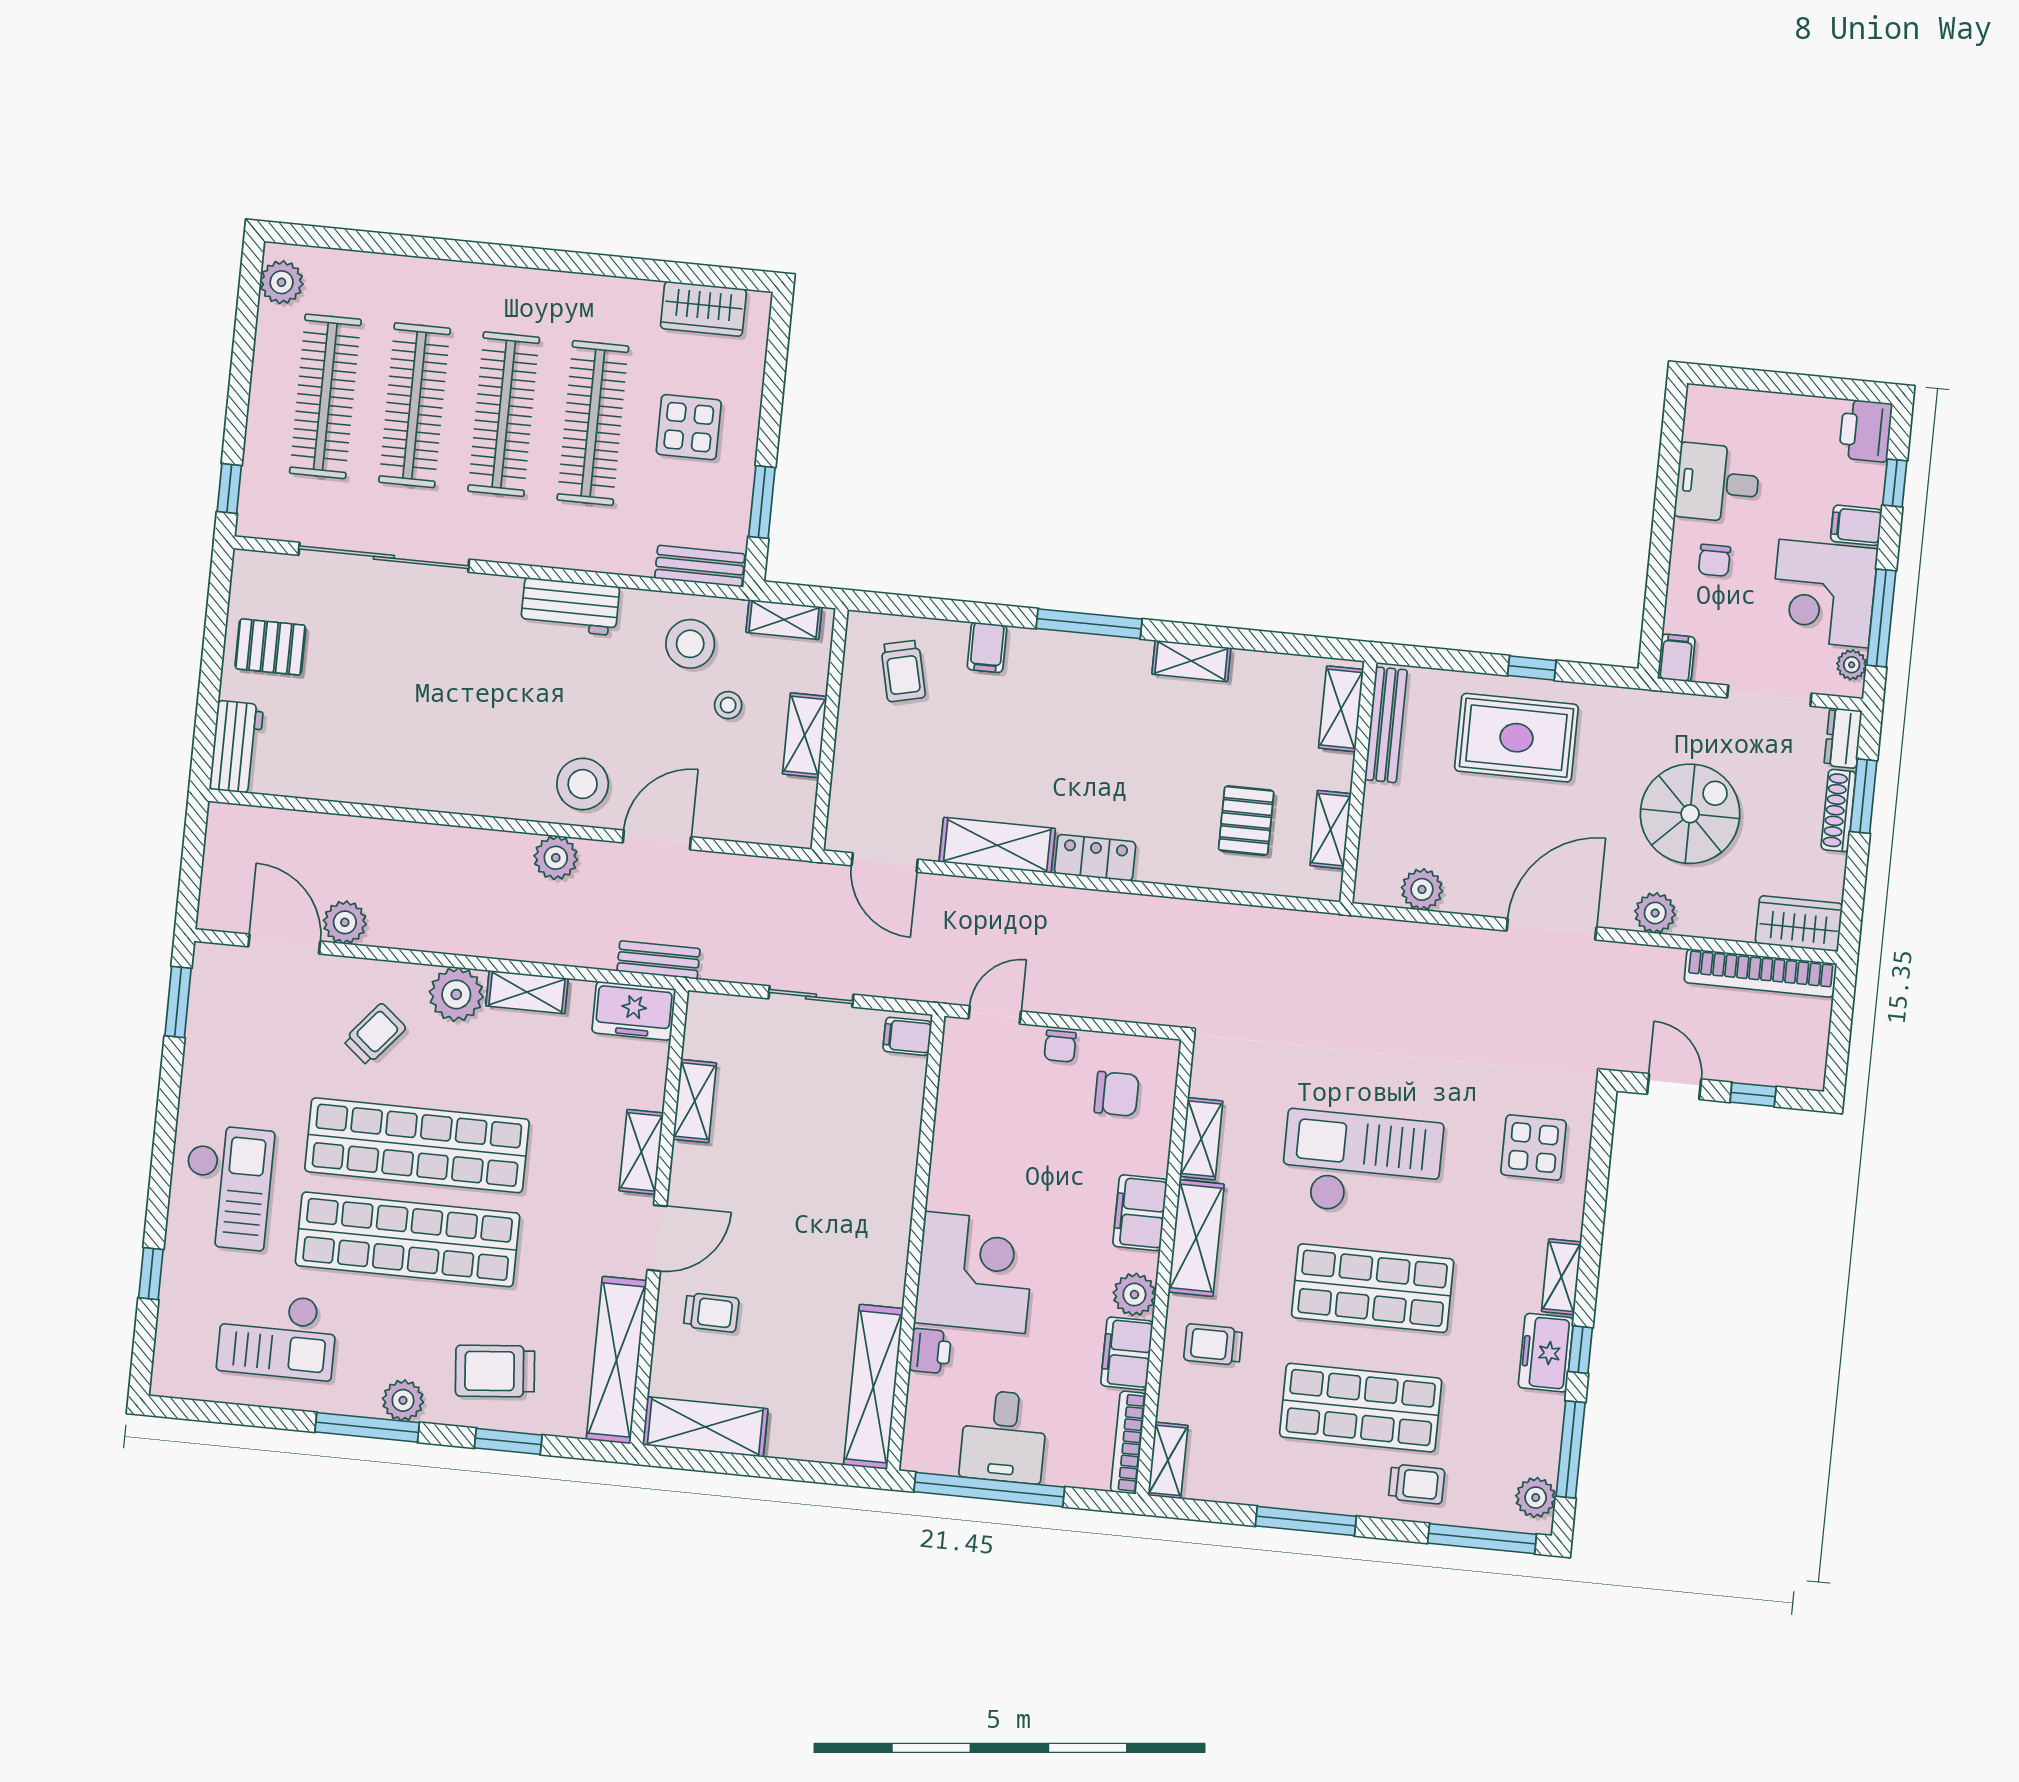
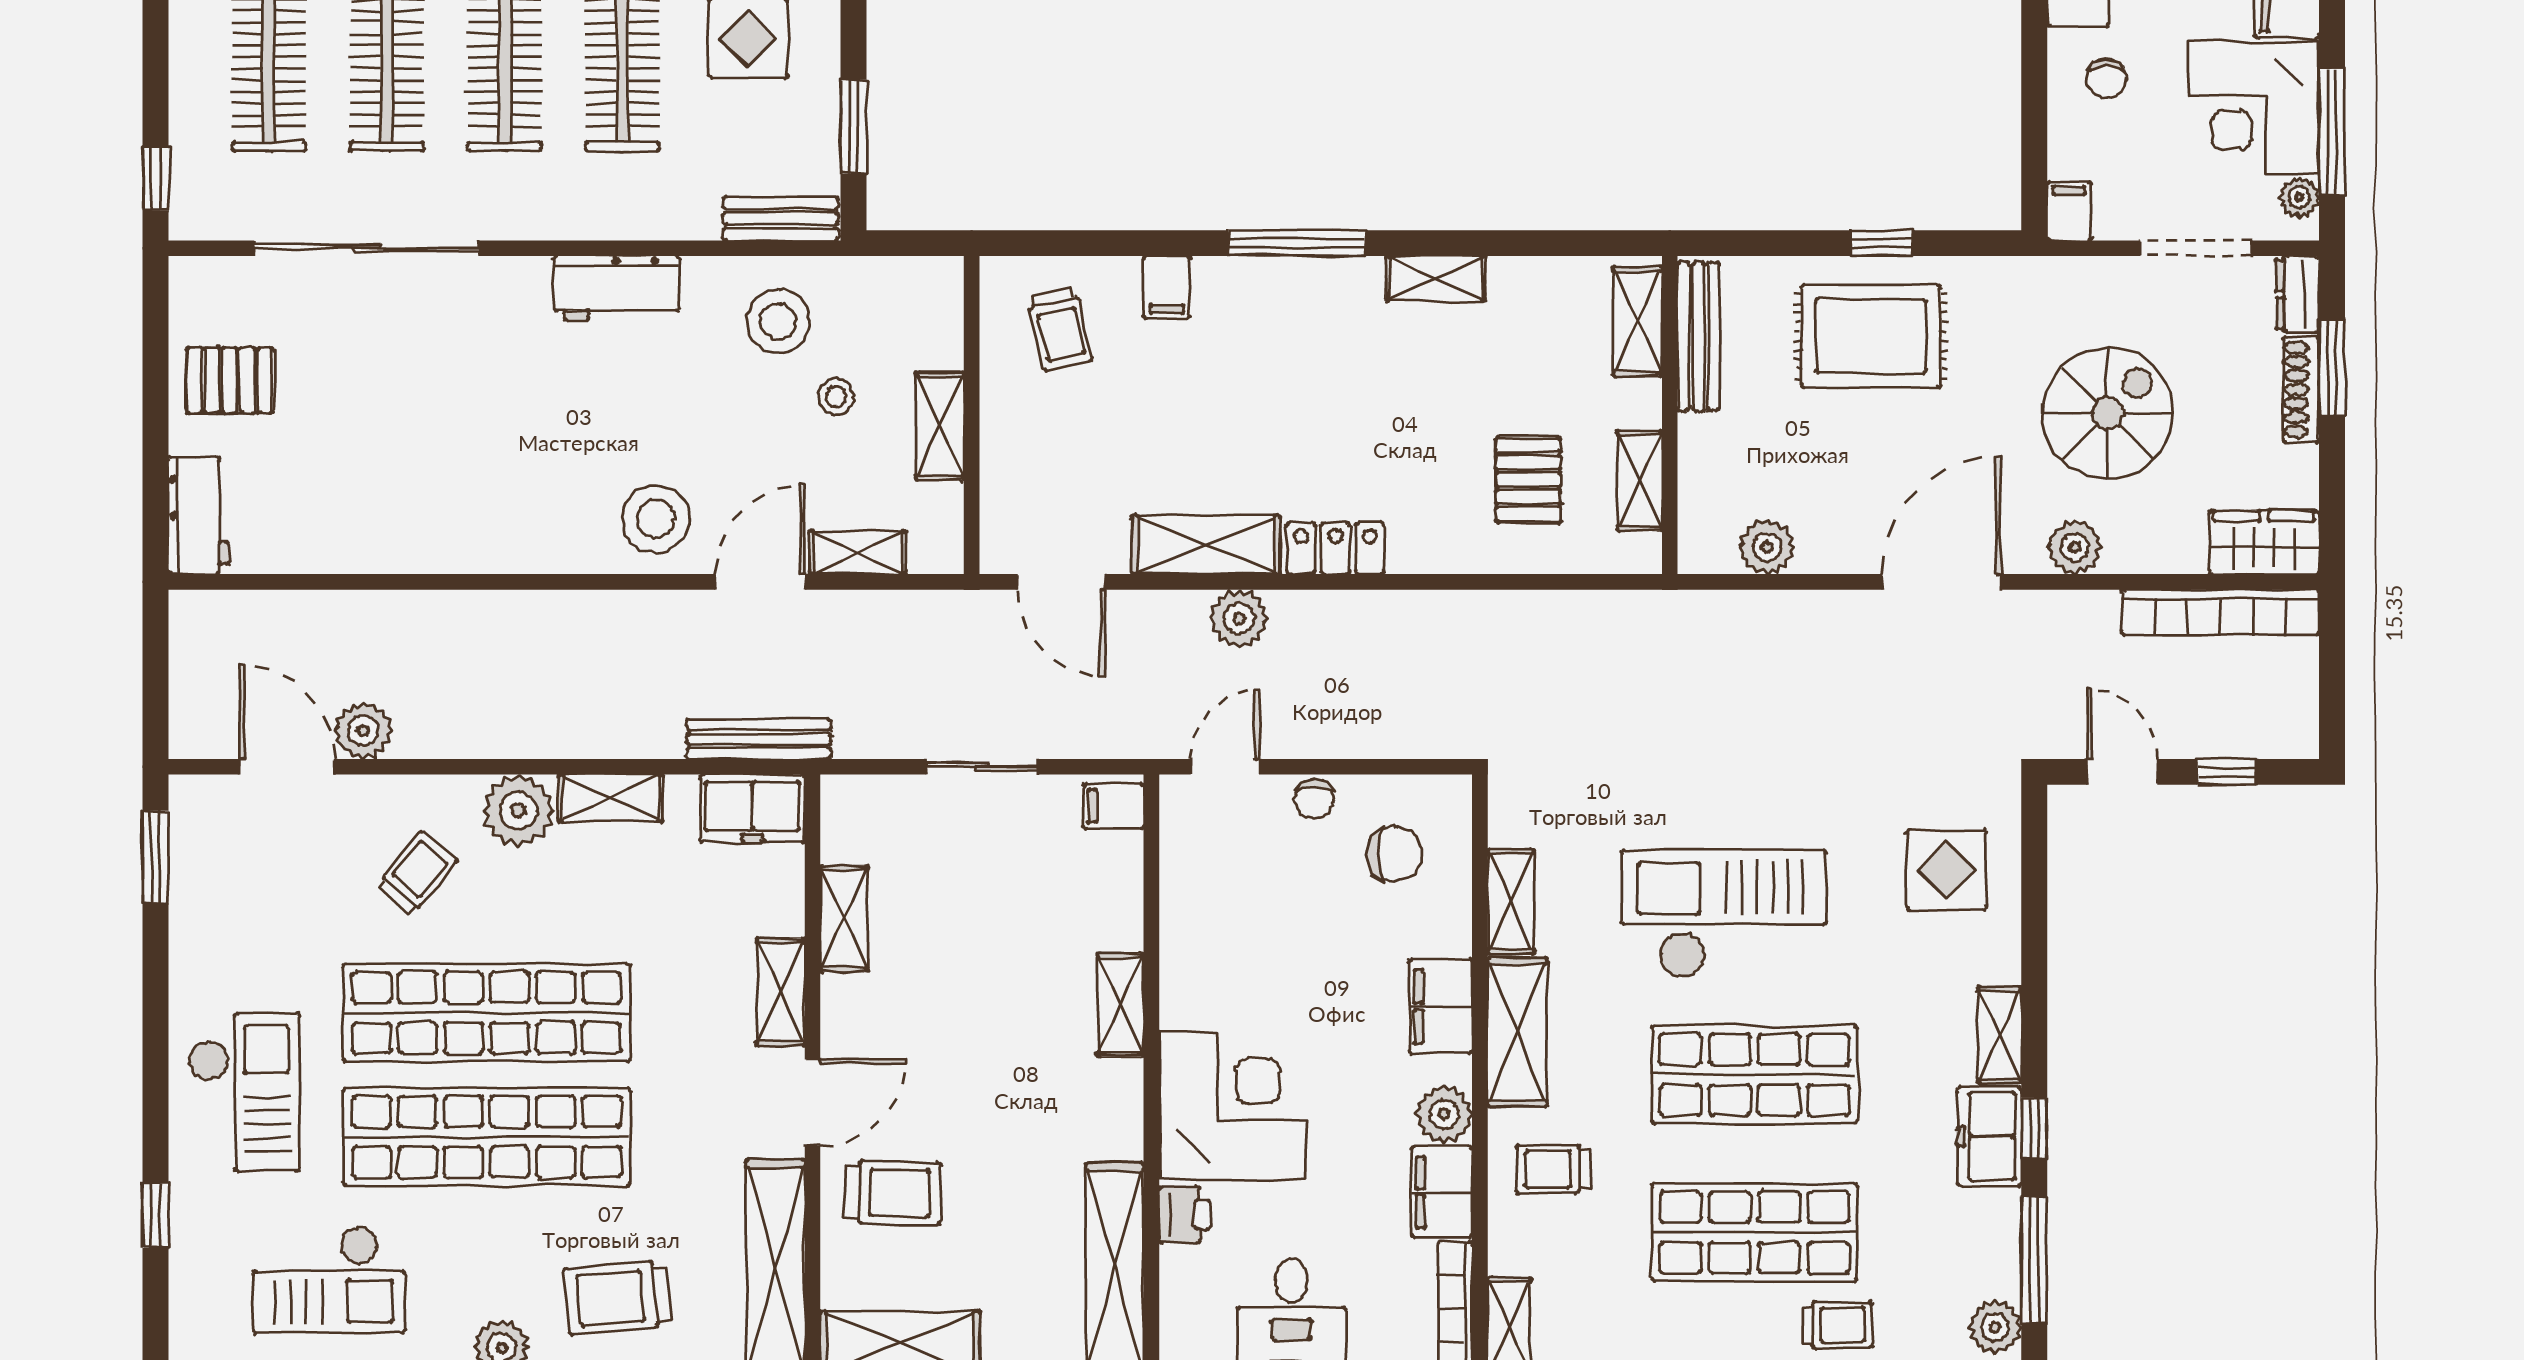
shelving: (784, 620) -> (858, 553), moved
plant: (556, 858) -> (1239, 619), moved
bench: (659, 960) -> (759, 739), width x1.36
shelving: (898, 1187) -> (1121, 1005), added
trolley: (711, 1312) -> (893, 1193), width x1.36, depth x1.39

